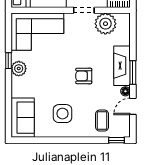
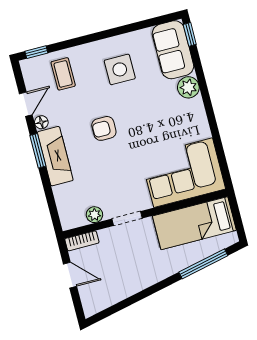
plant: (105, 24) -> (94, 215), width x0.53, depth x0.53
window: (8, 61) -> (190, 34), moved
plant: (19, 69) -> (188, 87), moved
armchair: (84, 76) -> (104, 128), turned 180

